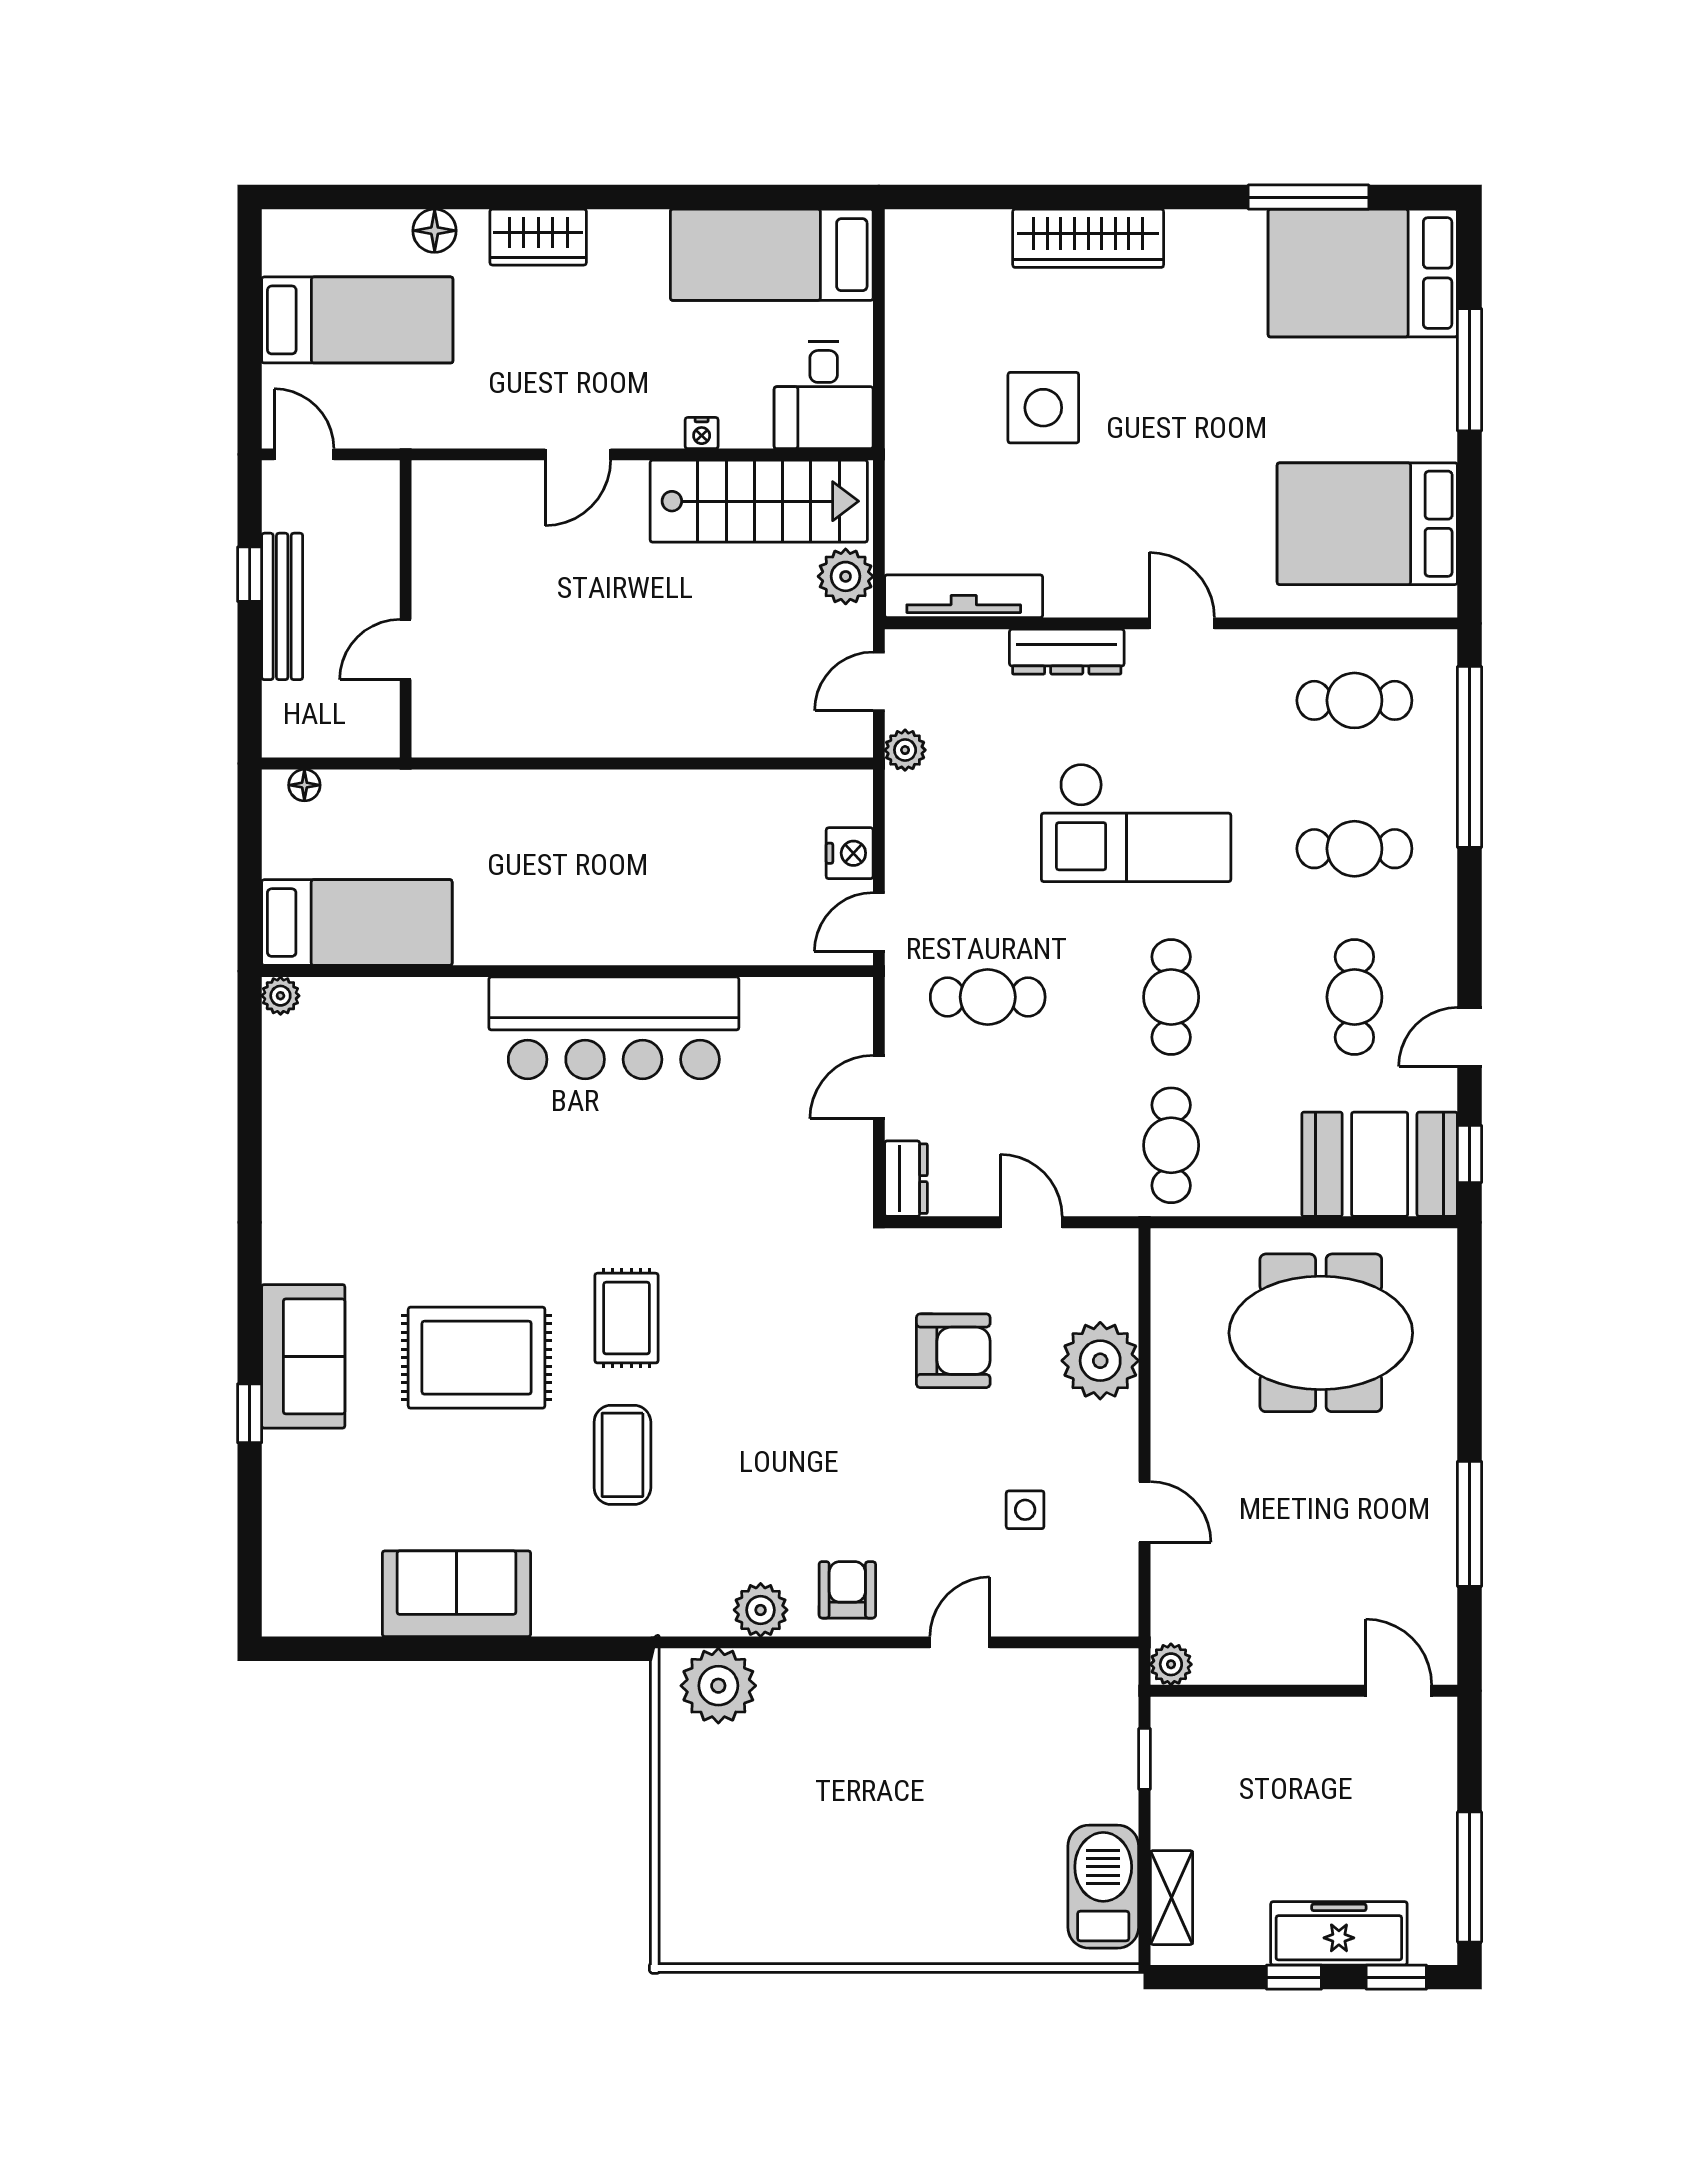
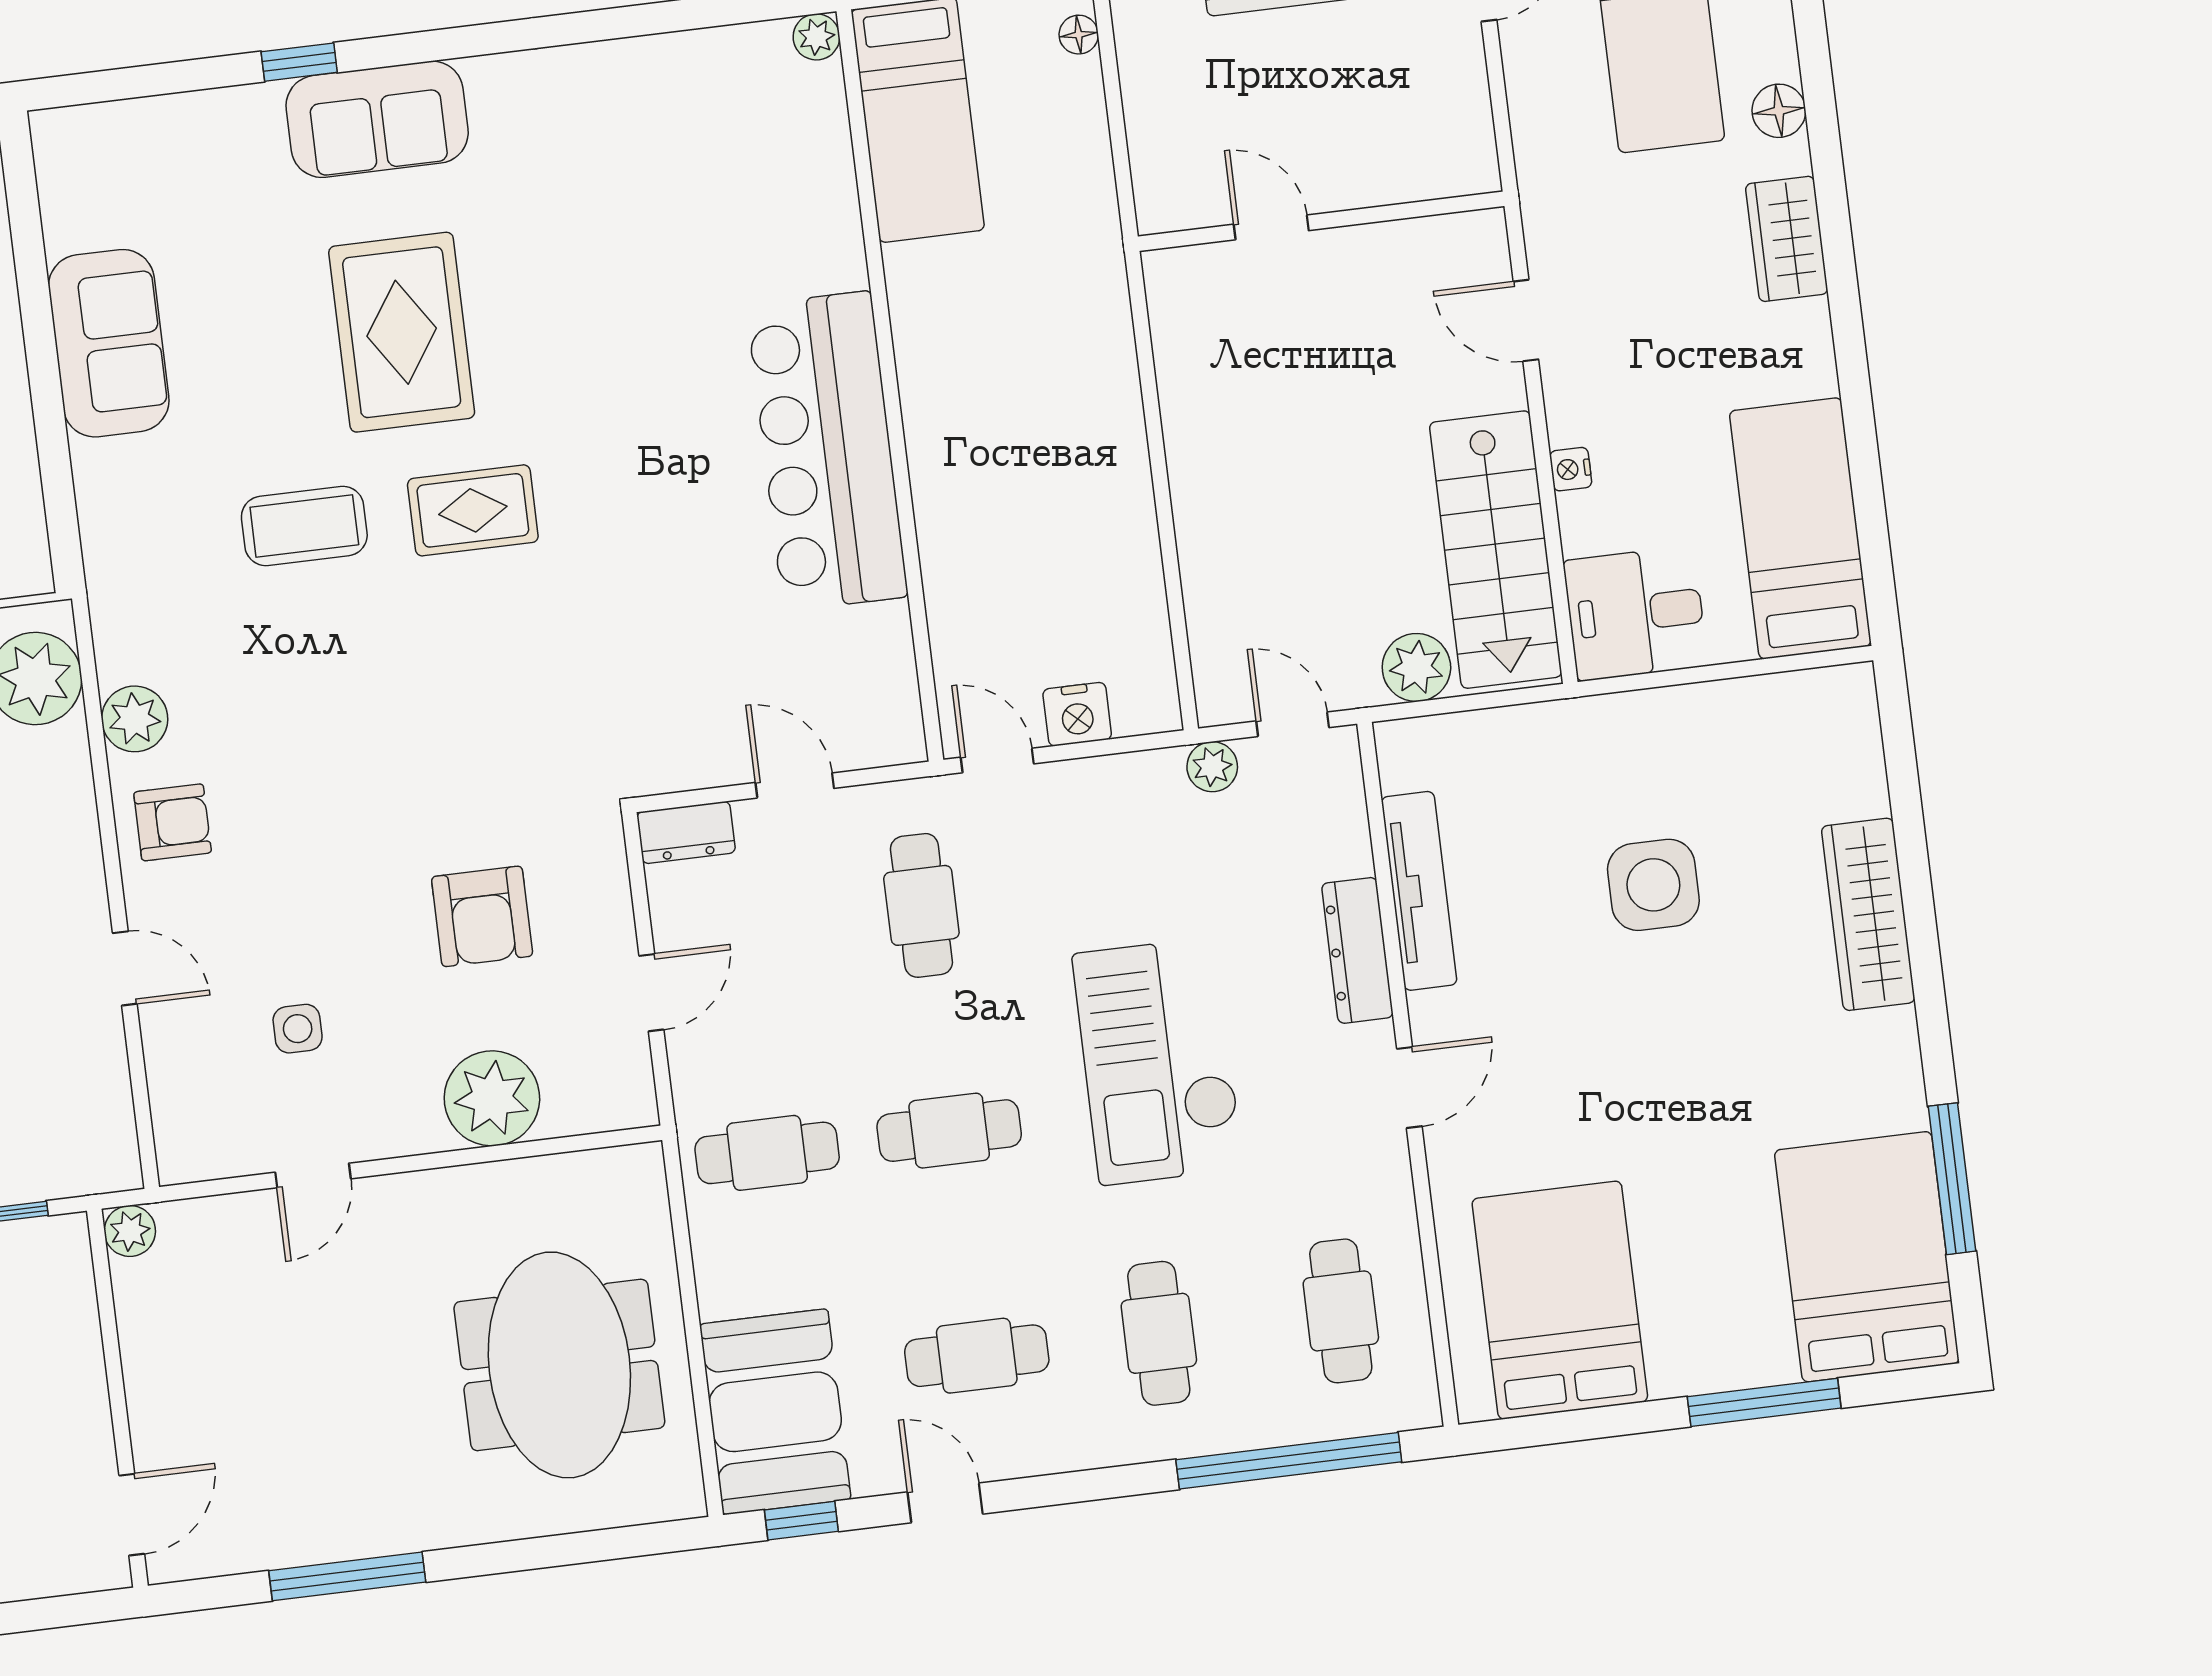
tv unit: (964, 596) -> (1419, 891), moved
wall: (406, 609) -> (1321, 221), moved
door: (406, 650) -> (1271, 227), moved

